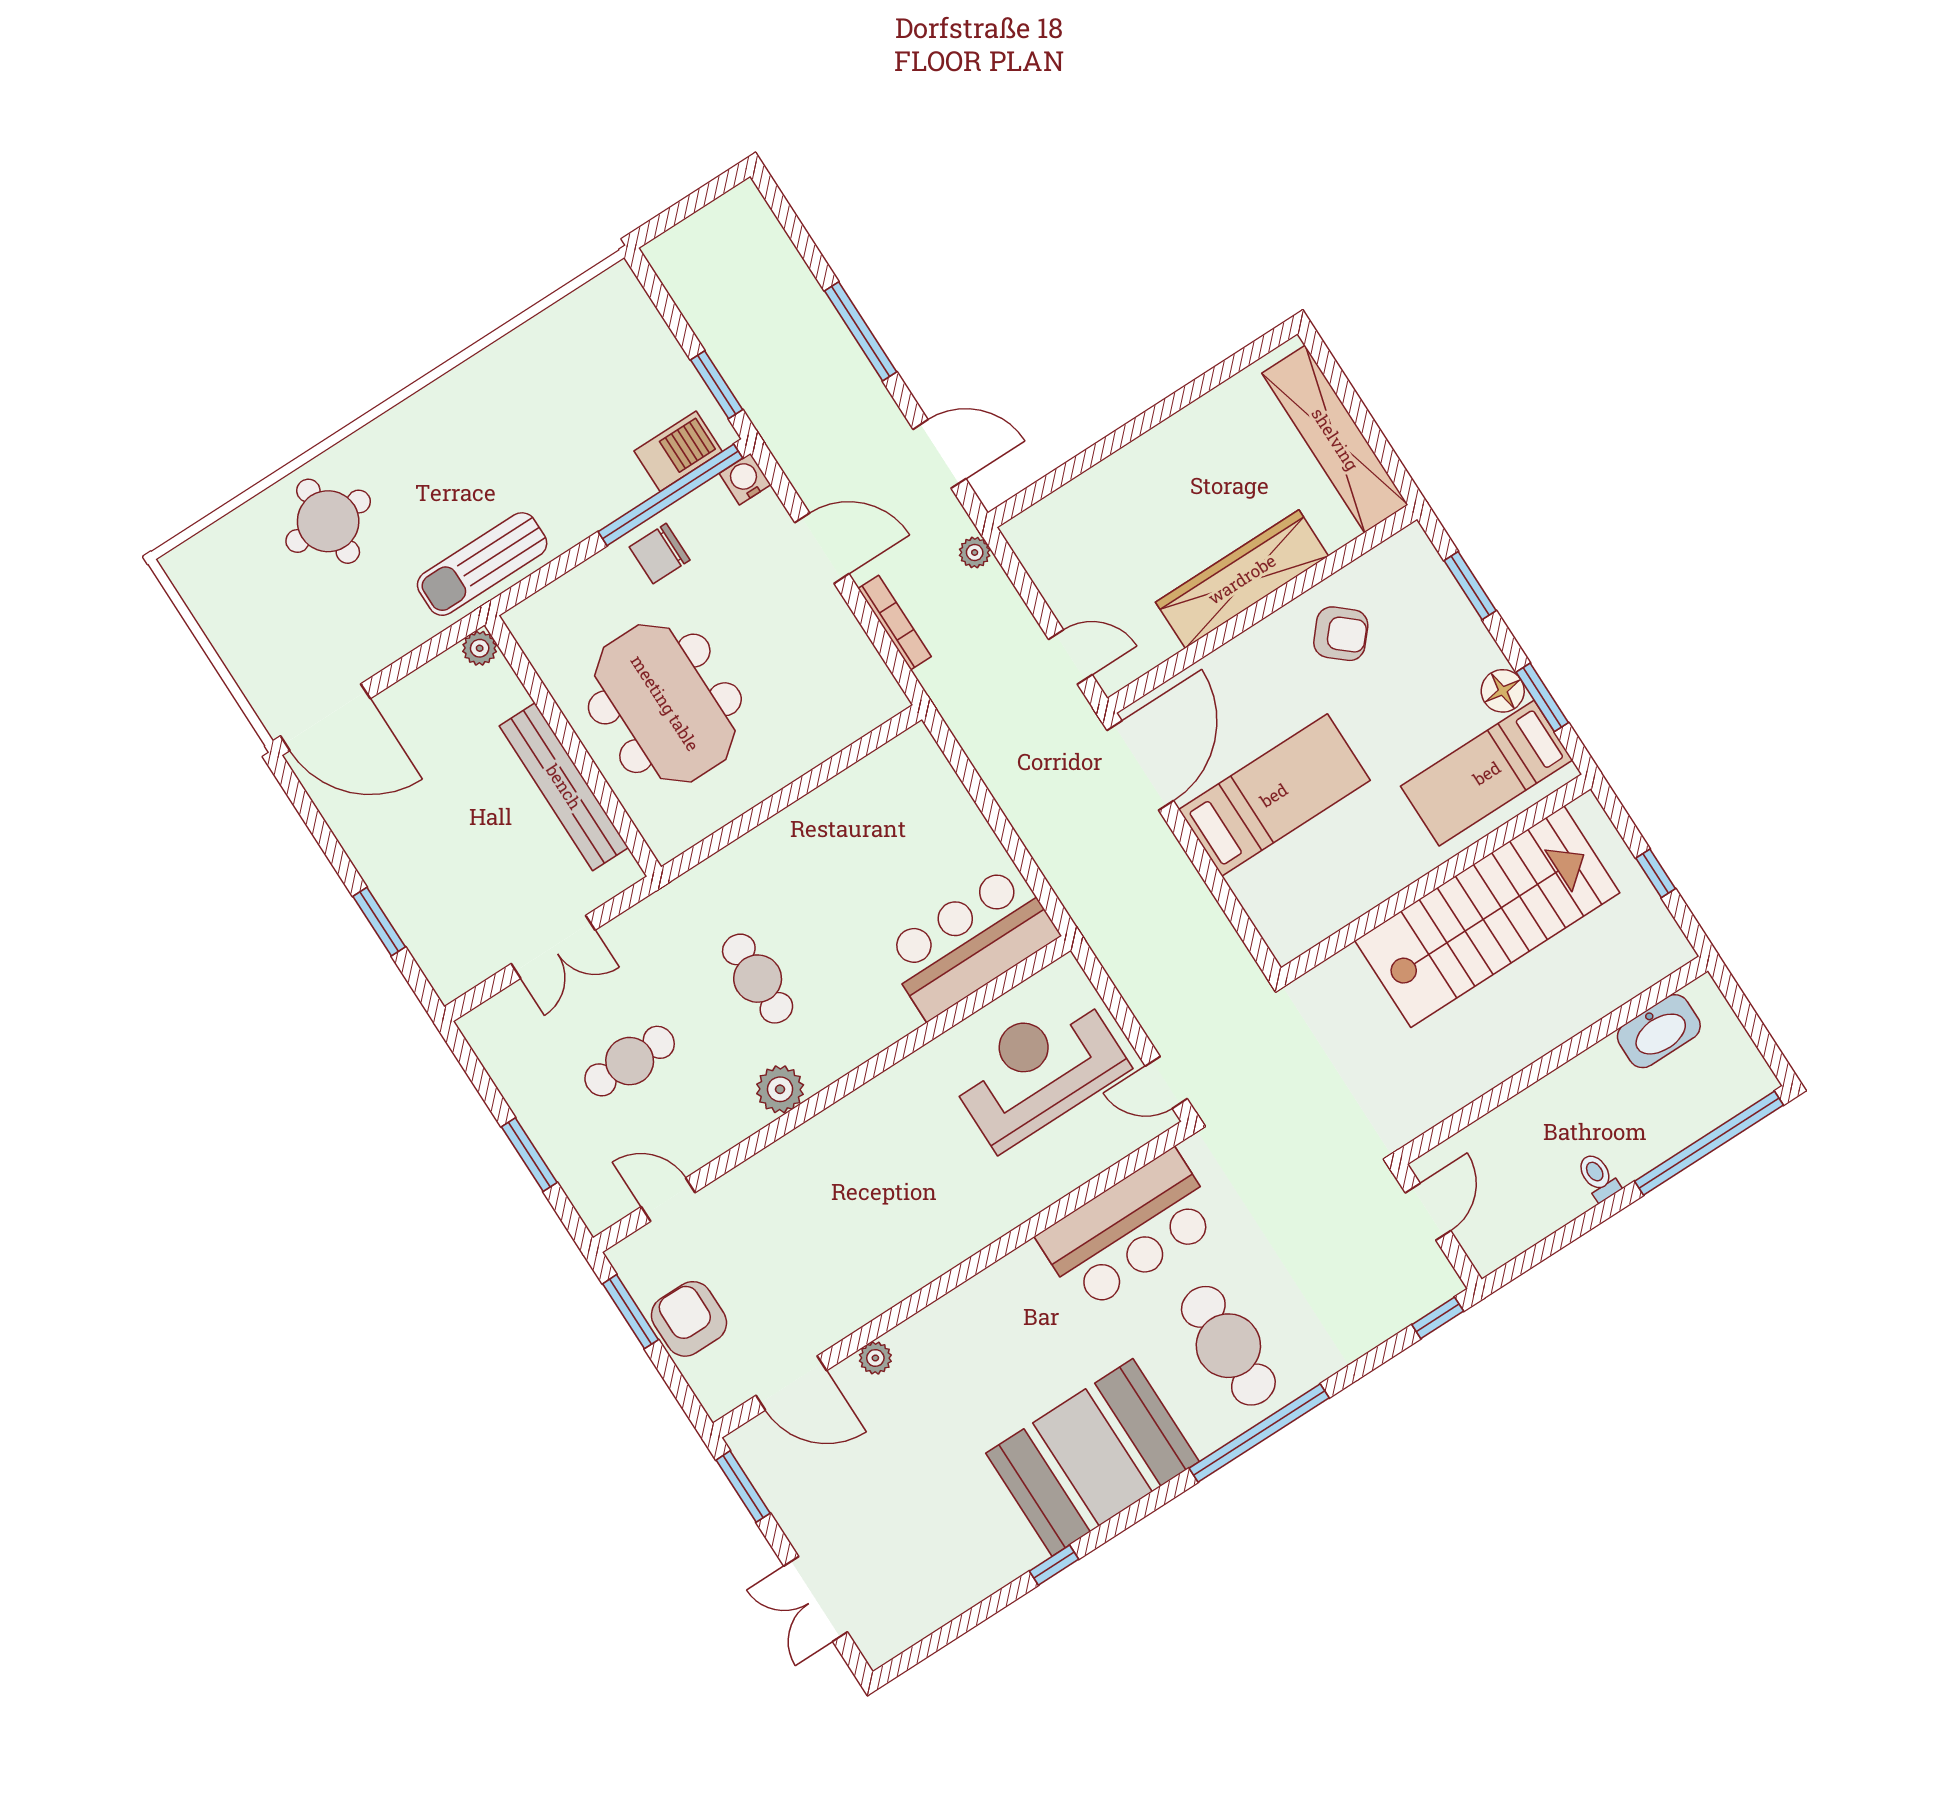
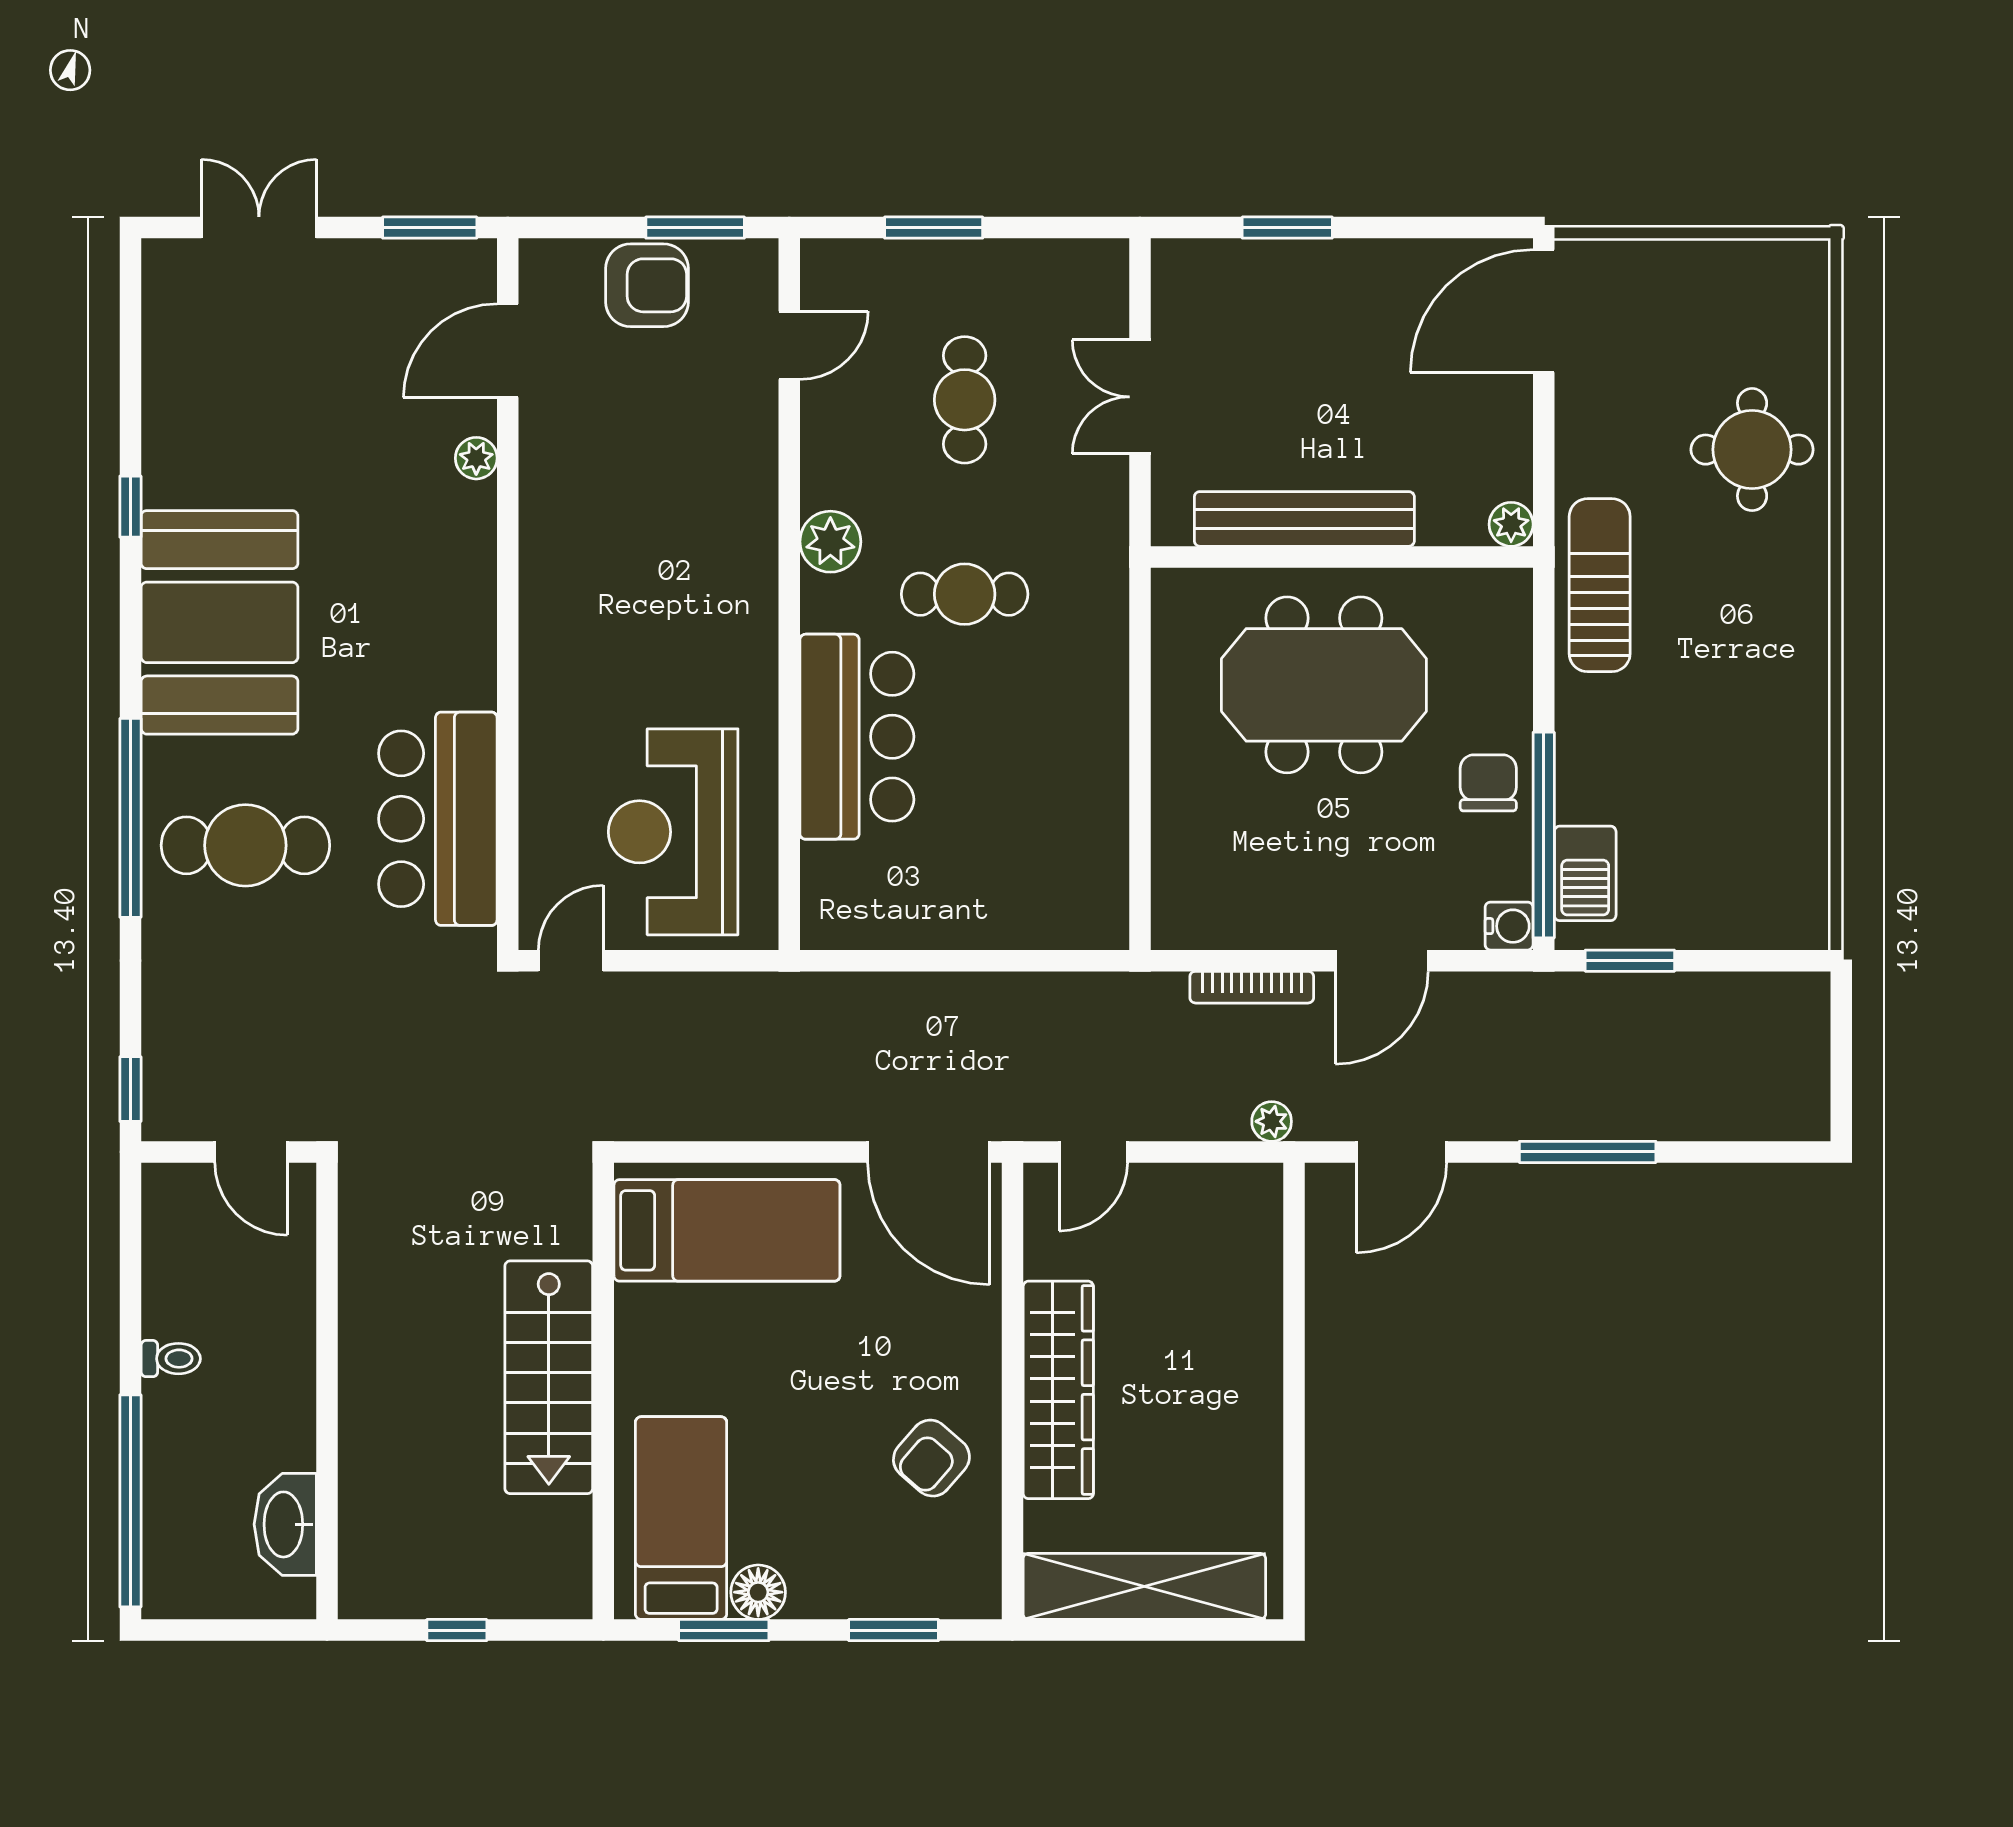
bed: (1274, 795) -> (727, 1230), moved, turned -90
stairs: (1487, 917) -> (549, 1377), width x0.73, depth x0.66
bar counter: (970, 942) -> (857, 737), moved
reception desk: (1038, 1070) -> (673, 832), turned 180

